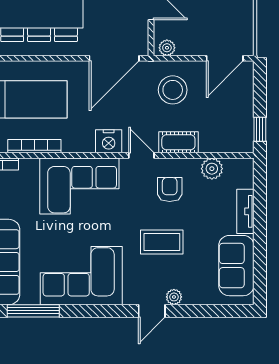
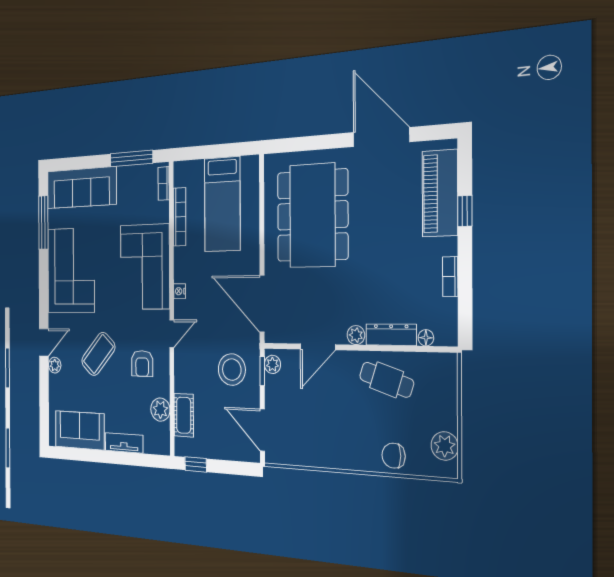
window: (173, 58) -> (262, 371), added
nightstand: (109, 141) -> (180, 291), width x0.53, depth x0.56
cot: (178, 142) -> (184, 415), moved
armchair: (170, 190) -> (142, 364), turned 90
coffee table: (162, 242) -> (98, 354), turned 42
door: (152, 311) -> (44, 342), swing flipped

